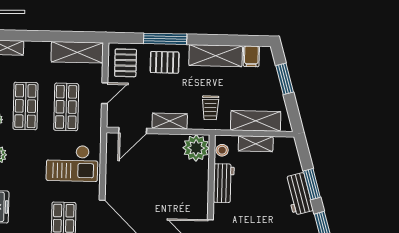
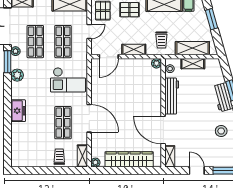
plant: (196, 148) -> (156, 63), width x0.53, depth x0.53
workbench: (224, 183) -> (172, 96), width x1.38

